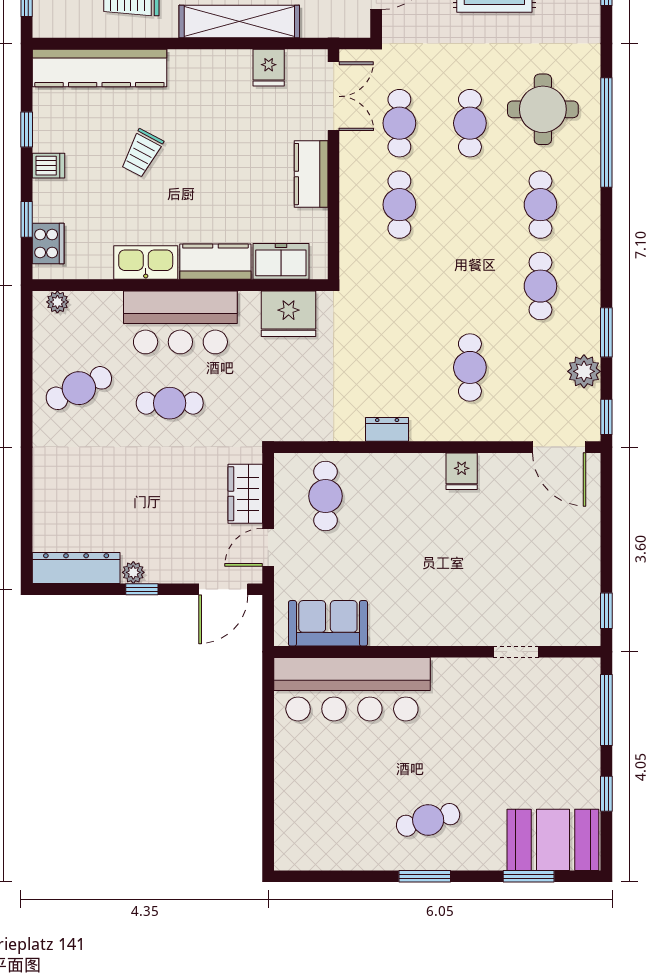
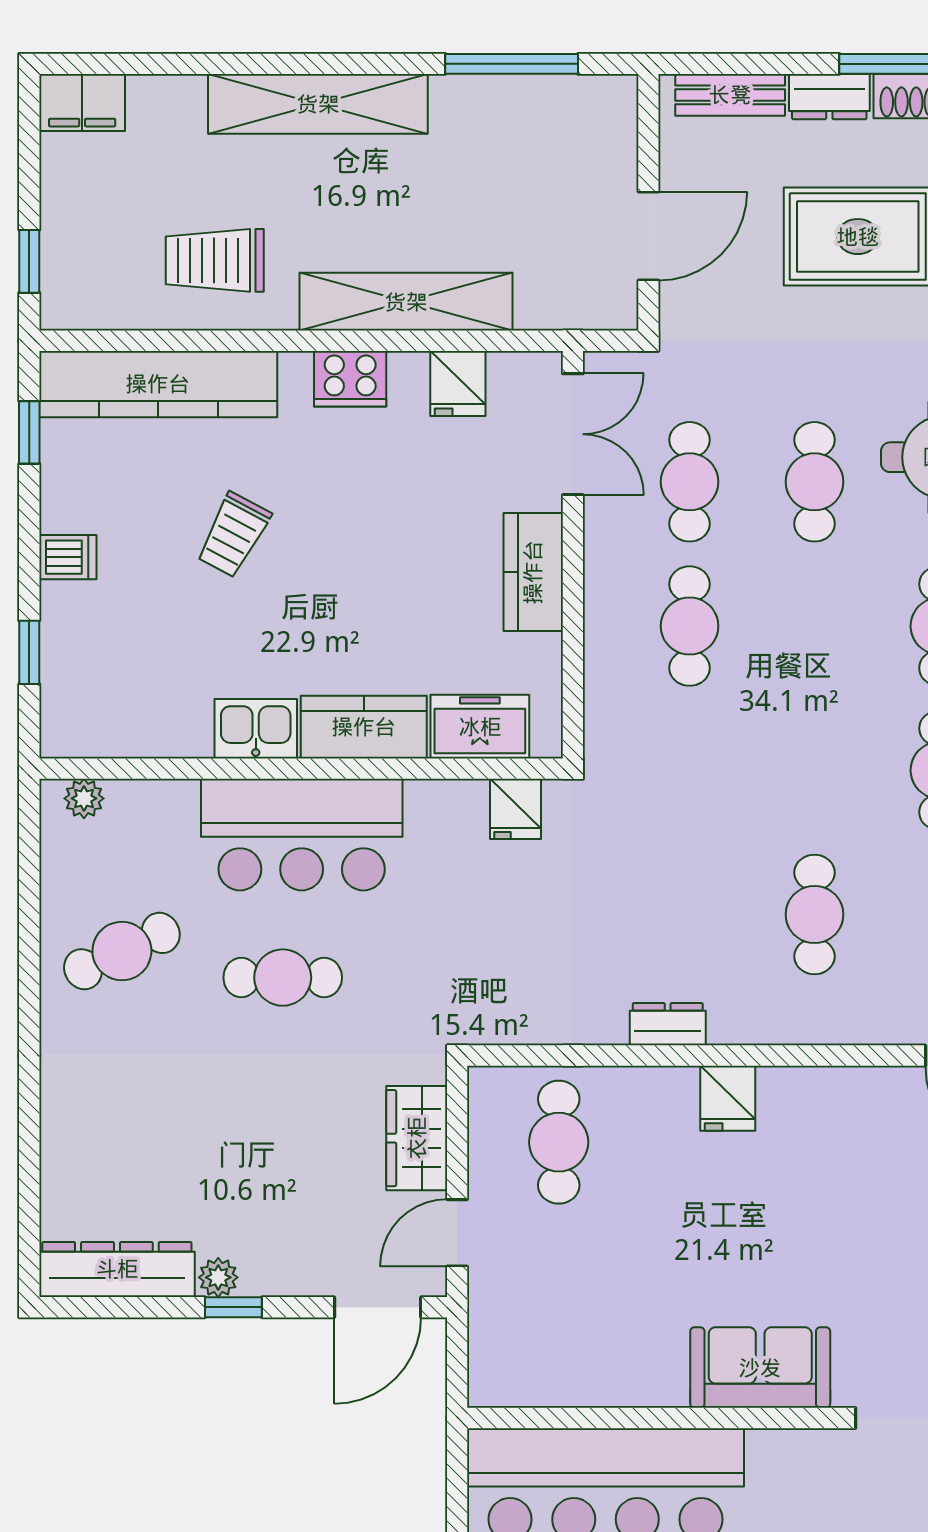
window: (27, 130) -> (29, 432), moved
cooker: (48, 243) -> (350, 379), moved, turned 90
kitchen sink: (146, 263) -> (256, 729), width x0.73
fridge: (289, 314) -> (516, 809), width x0.53, depth x0.75
fridge: (462, 471) -> (728, 1098), moved
sofa: (328, 623) -> (760, 1368), moved

